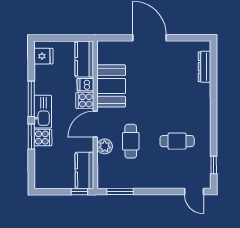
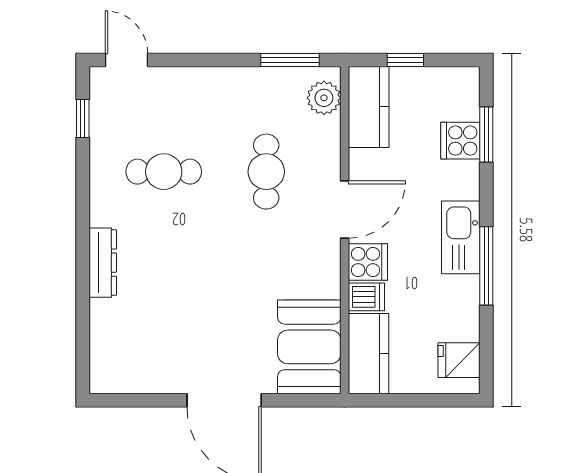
dresser: (204, 67) -> (103, 263), moved
booth: (111, 86) -> (309, 347), moved
window: (31, 137) -> (486, 134), moved
cooker: (43, 138) -> (460, 141), moved
plant: (105, 146) -> (324, 98), moved
window: (79, 192) -> (405, 60), moved

